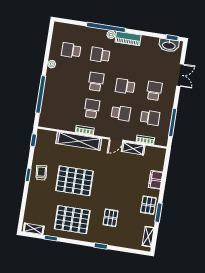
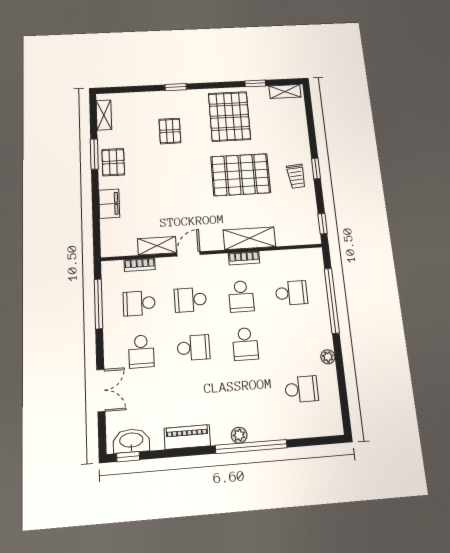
piano: (128, 39) -> (187, 437), moved
school desk: (100, 55) -> (291, 293), moved
double door: (180, 75) -> (101, 391), swing flipped
shelving: (79, 141) -> (249, 238), width x0.68
pallet: (72, 220) -> (229, 116), turned 90

